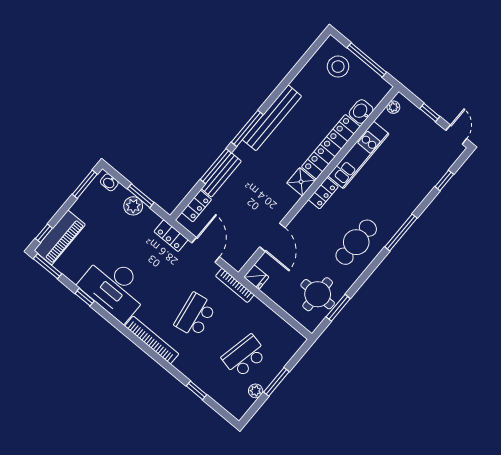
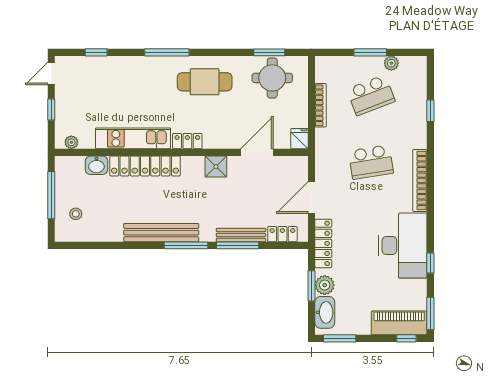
stool: (338, 67) -> (76, 214), width x0.53, depth x0.53
washbasin: (109, 182) -> (325, 312), width x1.91, depth x1.45
shower: (301, 182) -> (216, 166), moved
locker: (171, 236) -> (323, 243), width x1.53
bookcase: (235, 285) -> (321, 105), moved
school desk: (244, 356) -> (371, 95), turned -33

